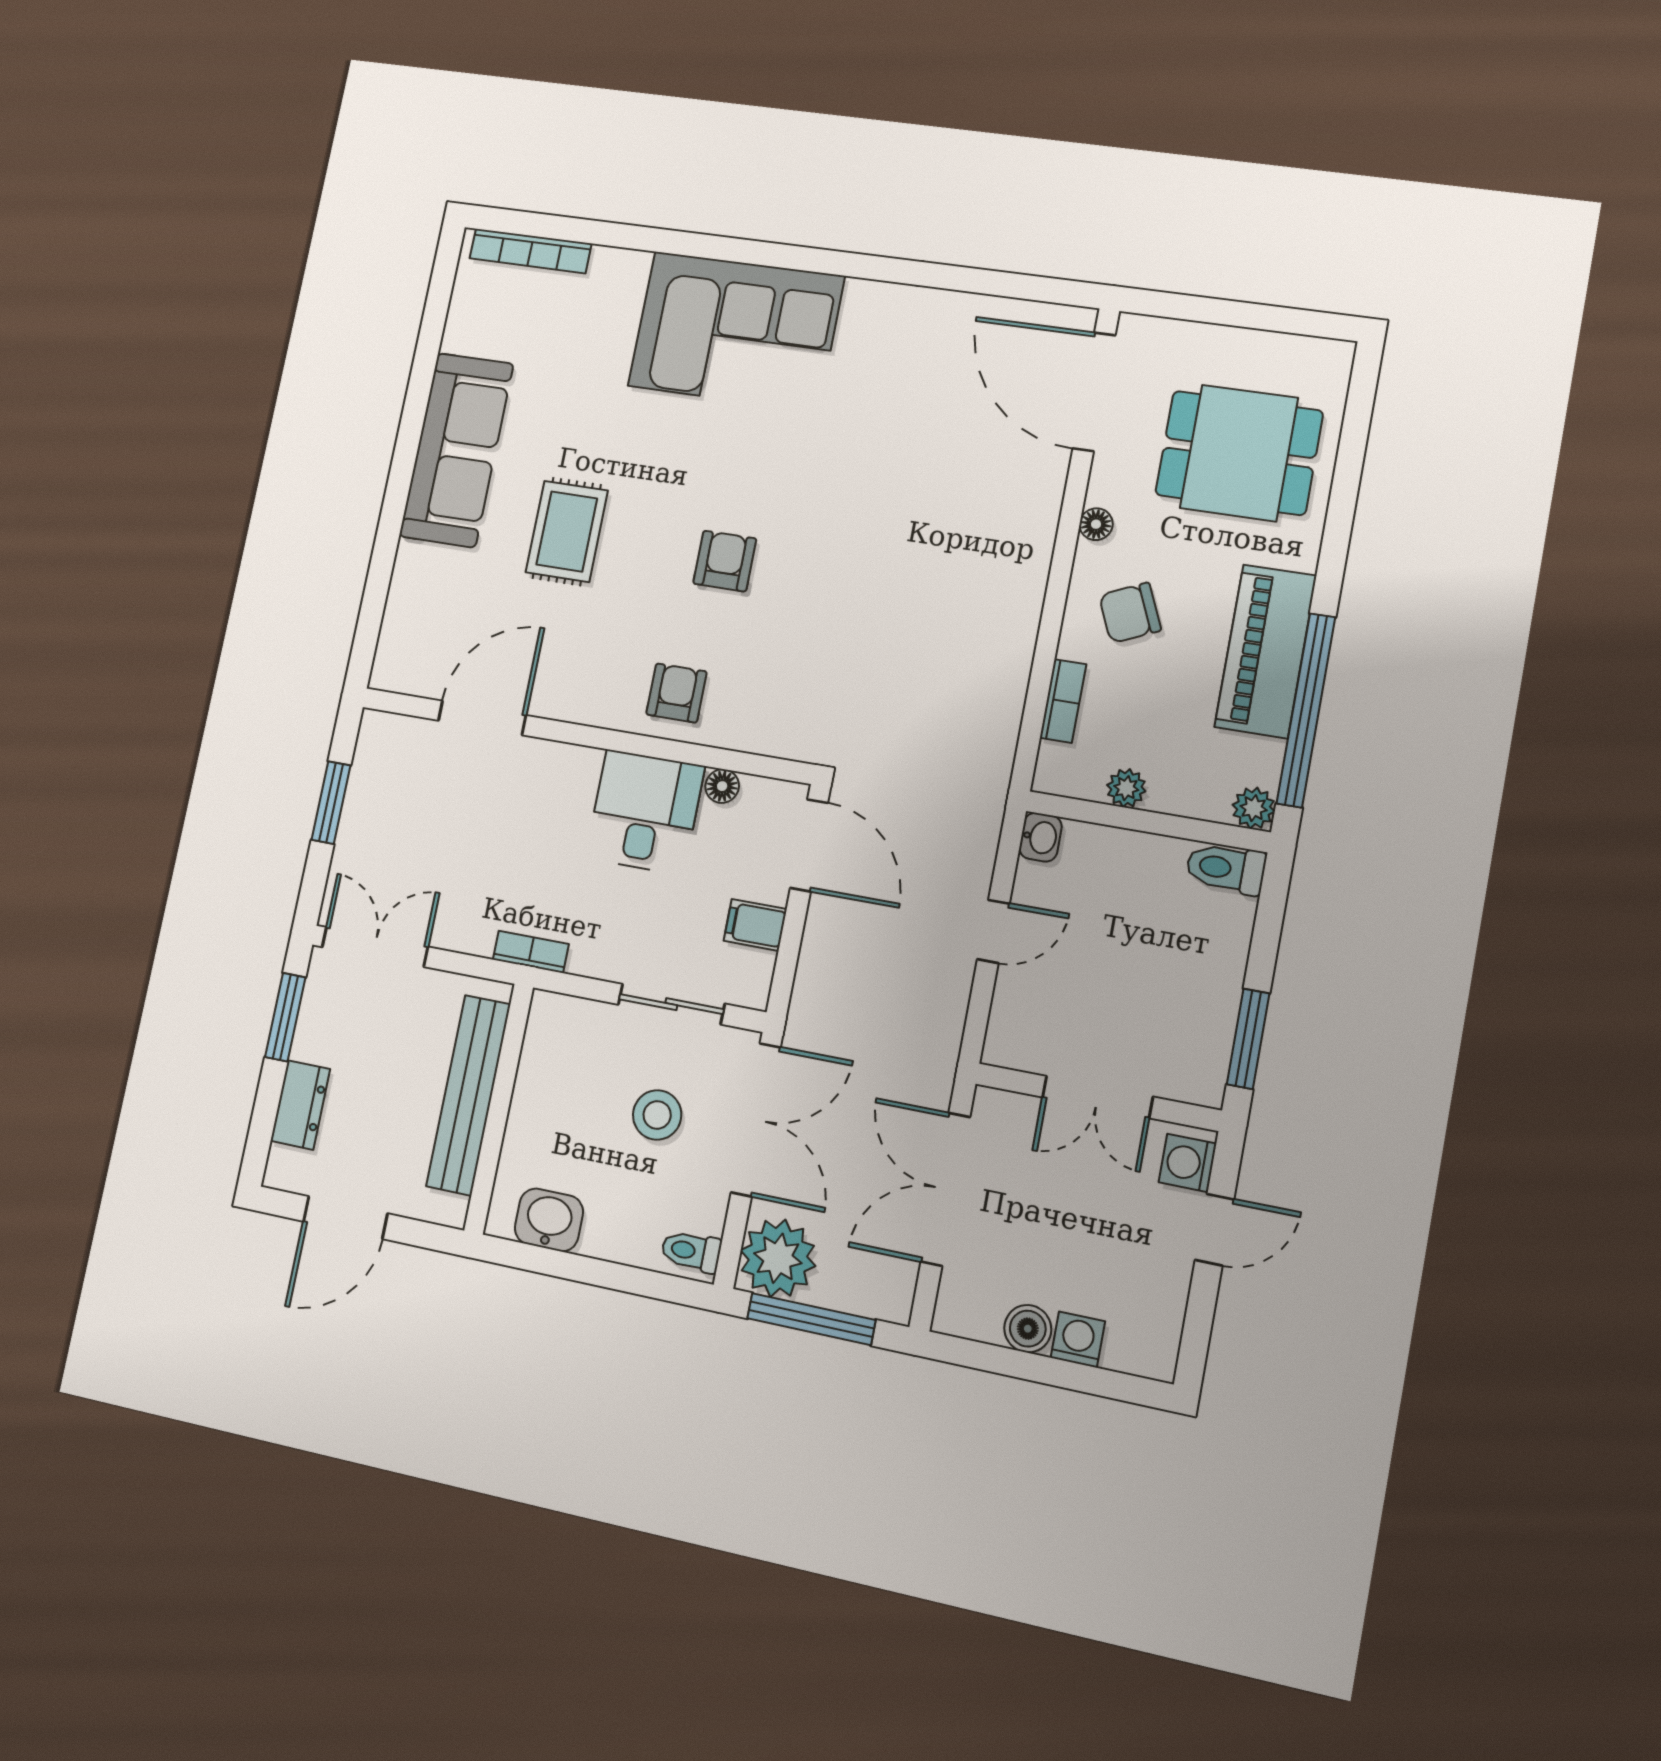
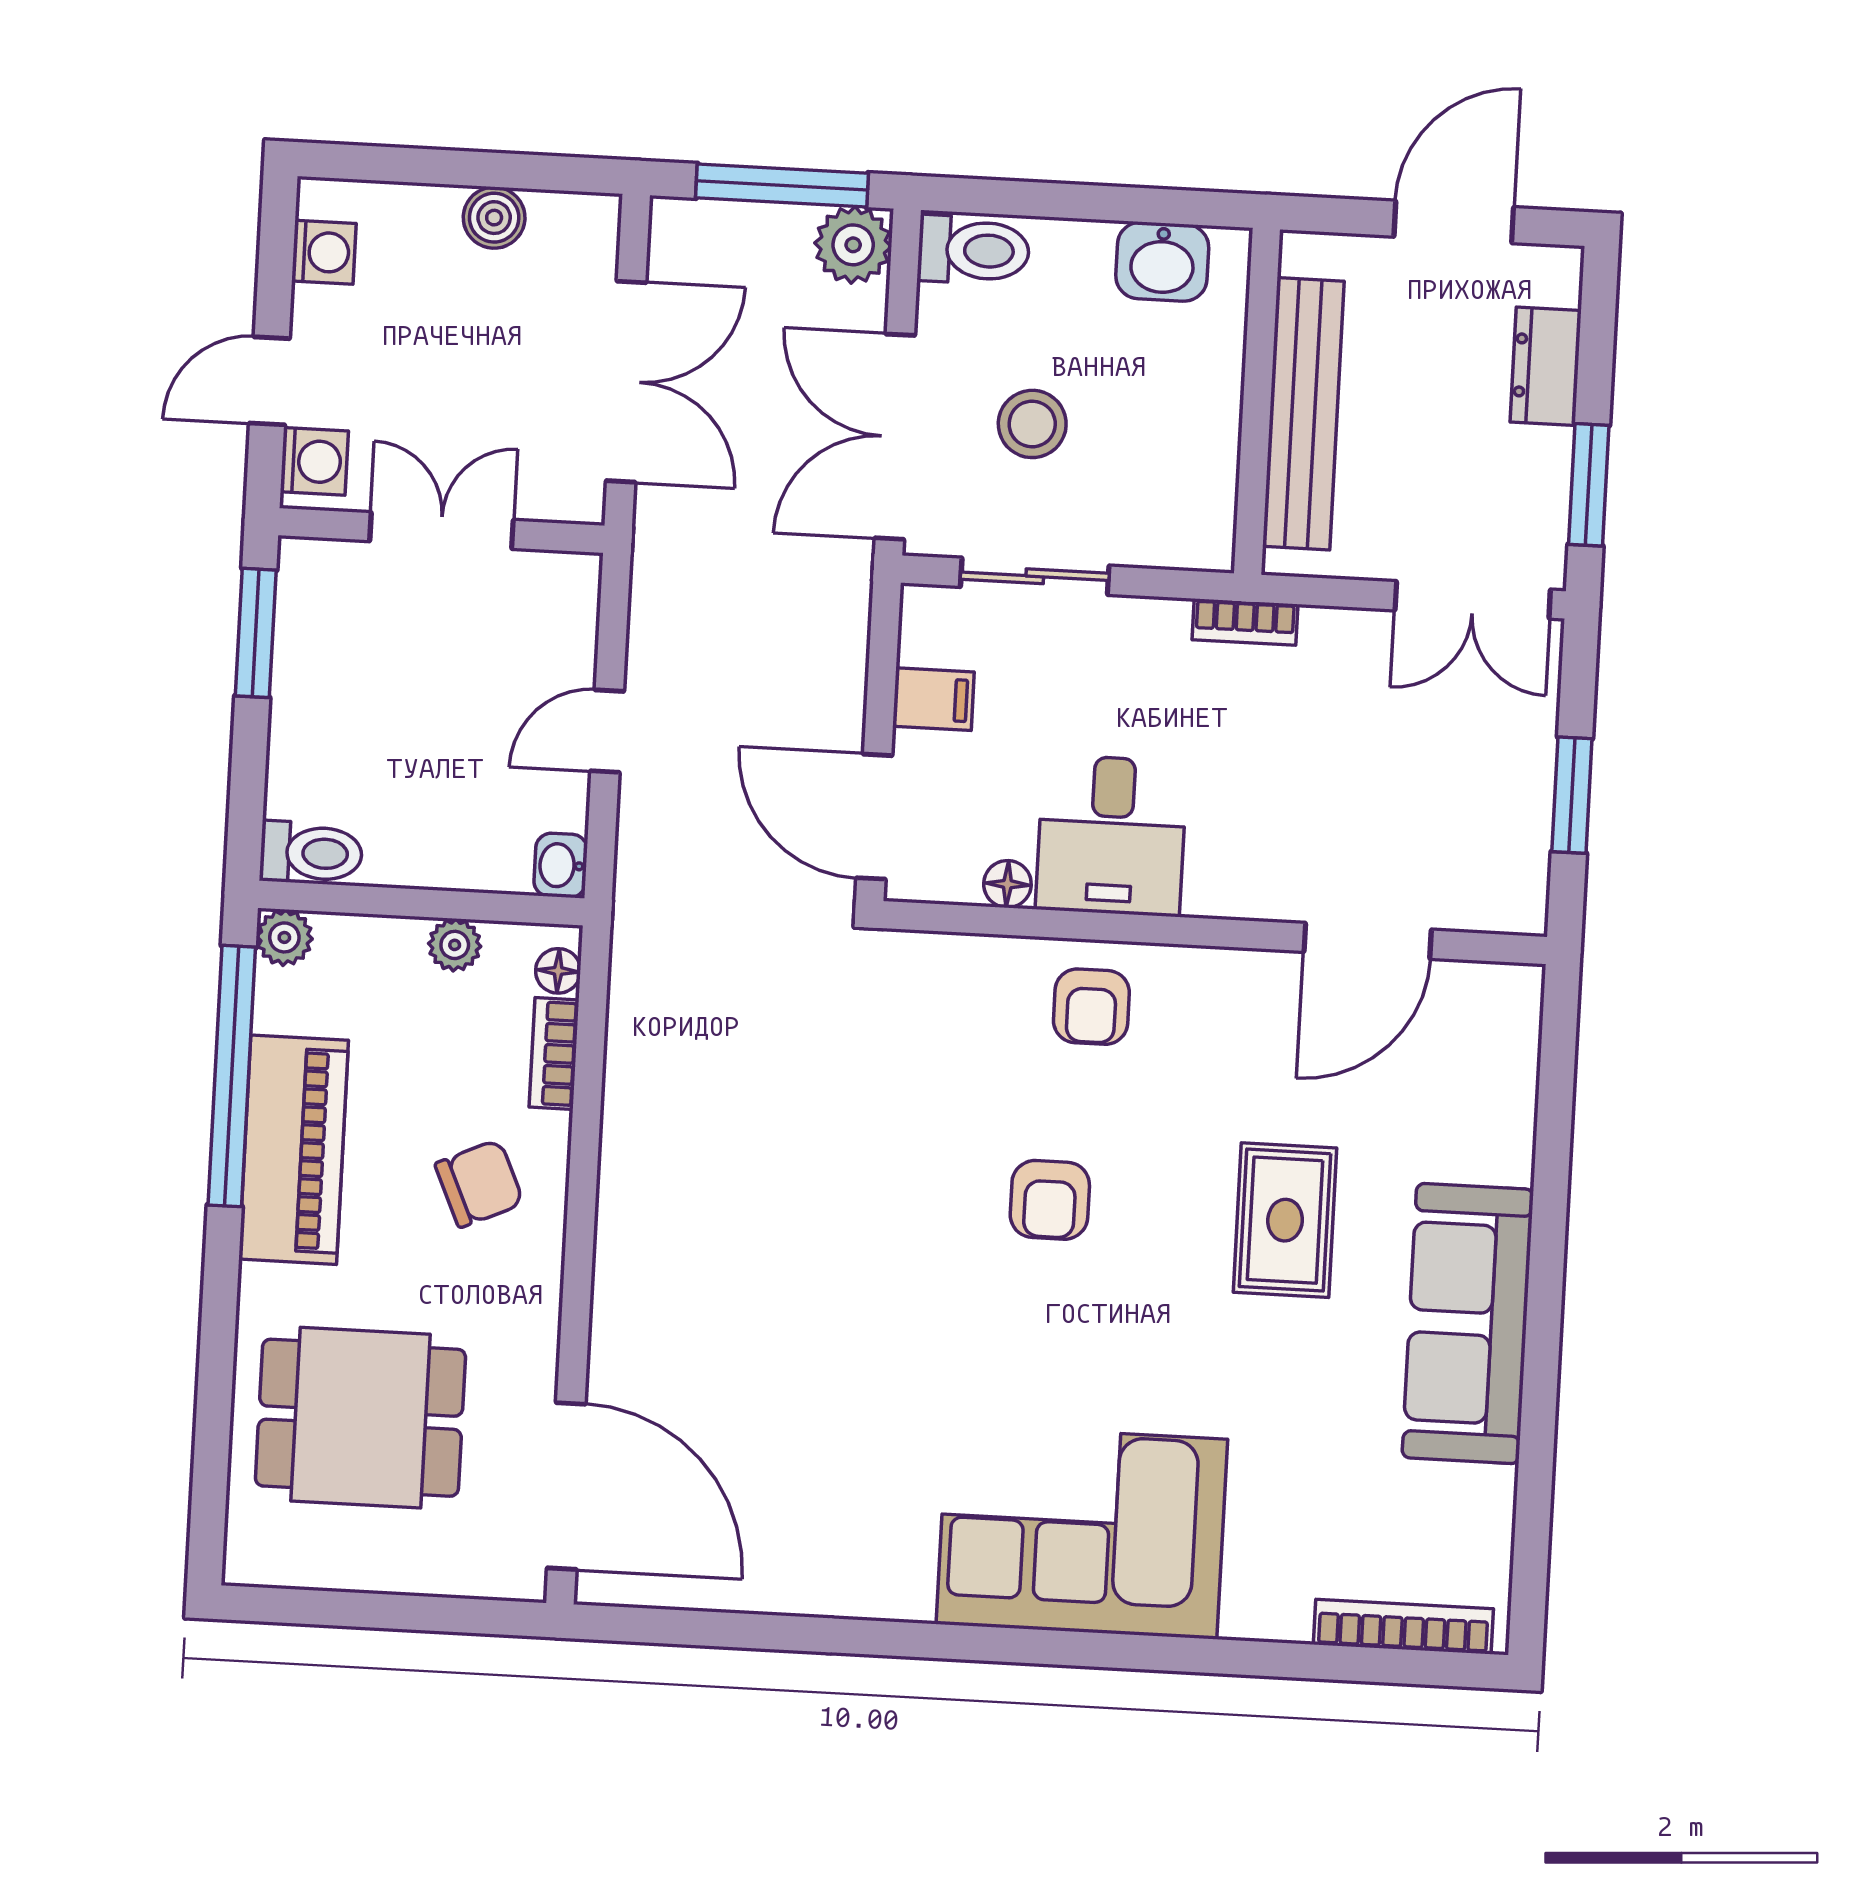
floor lamp: (1096, 524) -> (558, 971), moved
toilet: (691, 1251) -> (974, 250), width x1.37, depth x1.39
plant: (778, 1258) -> (853, 245), width x0.73, depth x0.73
washing machine: (1078, 1340) -> (324, 252), moved, turned -90

